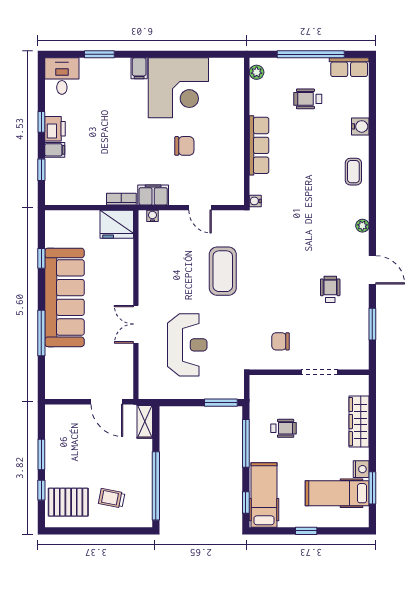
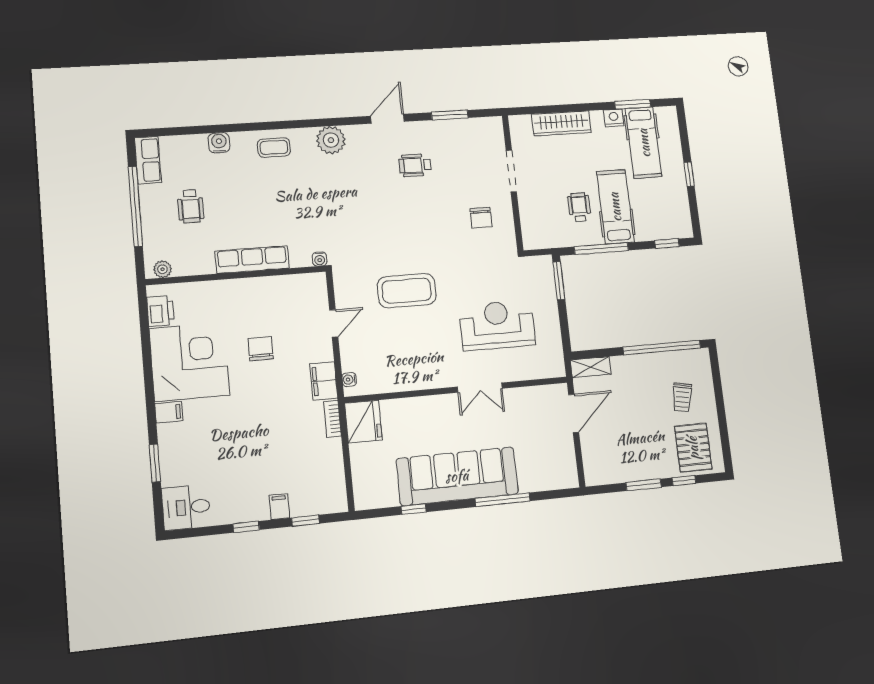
printer: (55, 129) -> (160, 311), moved, turned 90
plant: (362, 226) -> (331, 140), width x1.88, depth x1.88
hospital bed: (264, 495) -> (615, 207), moved, turned 90

